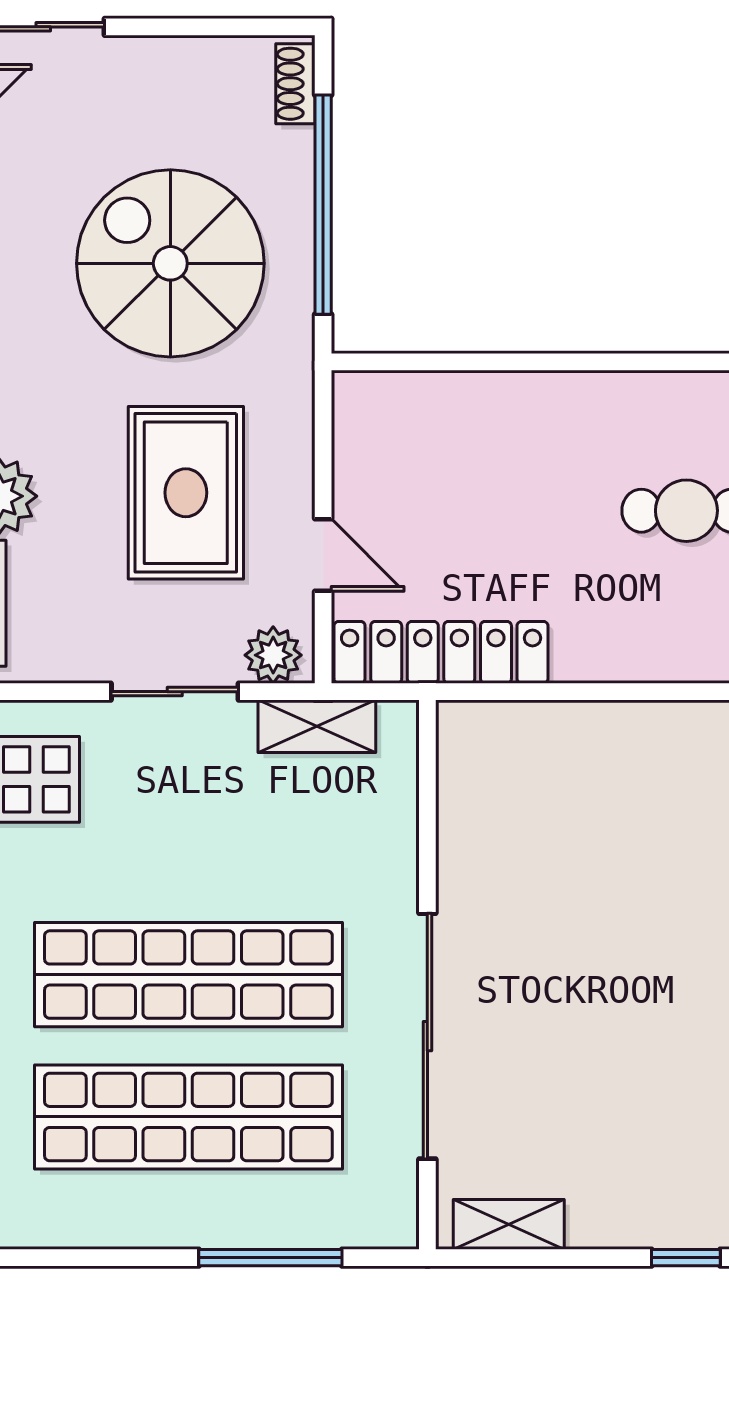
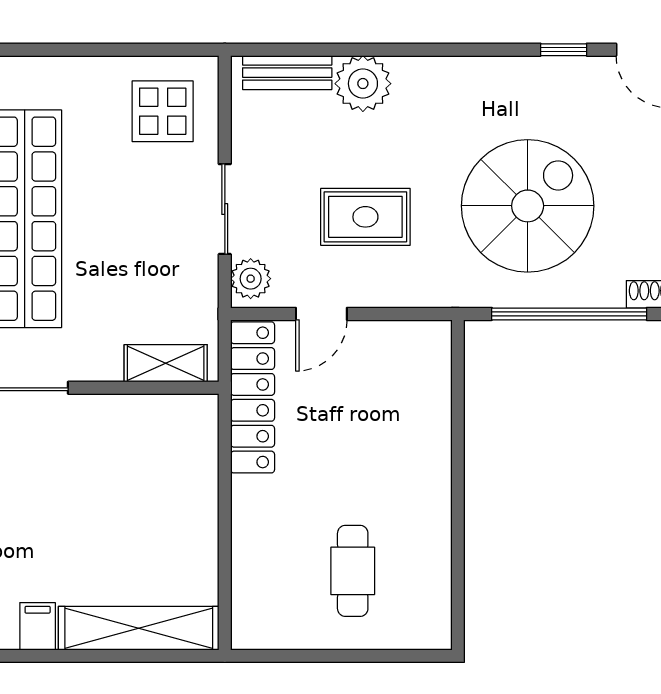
rug: (186, 493) -> (365, 217), width x0.73, depth x0.70
shelving: (317, 726) -> (166, 363), moved, turned 90

